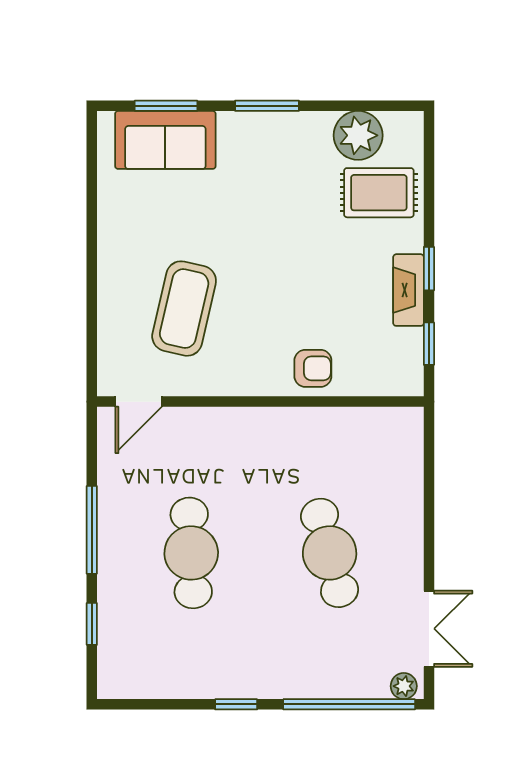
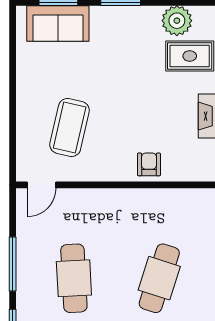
armchair: (313, 368) -> (149, 164), turned -90
cafe table: (330, 553) -> (159, 278), turned 33

